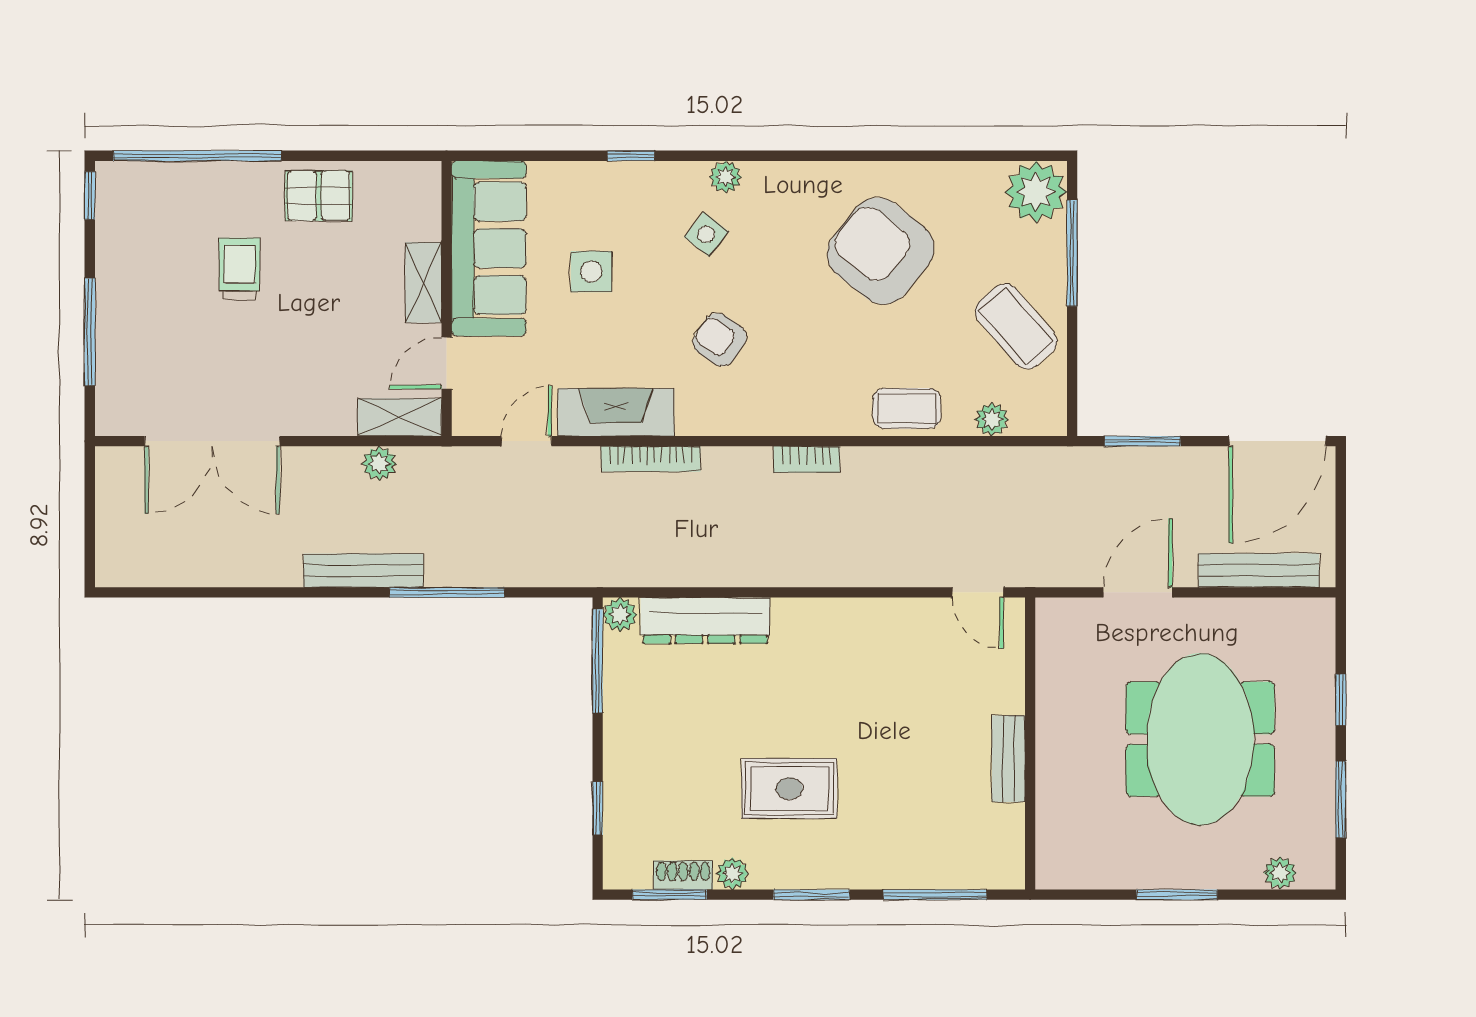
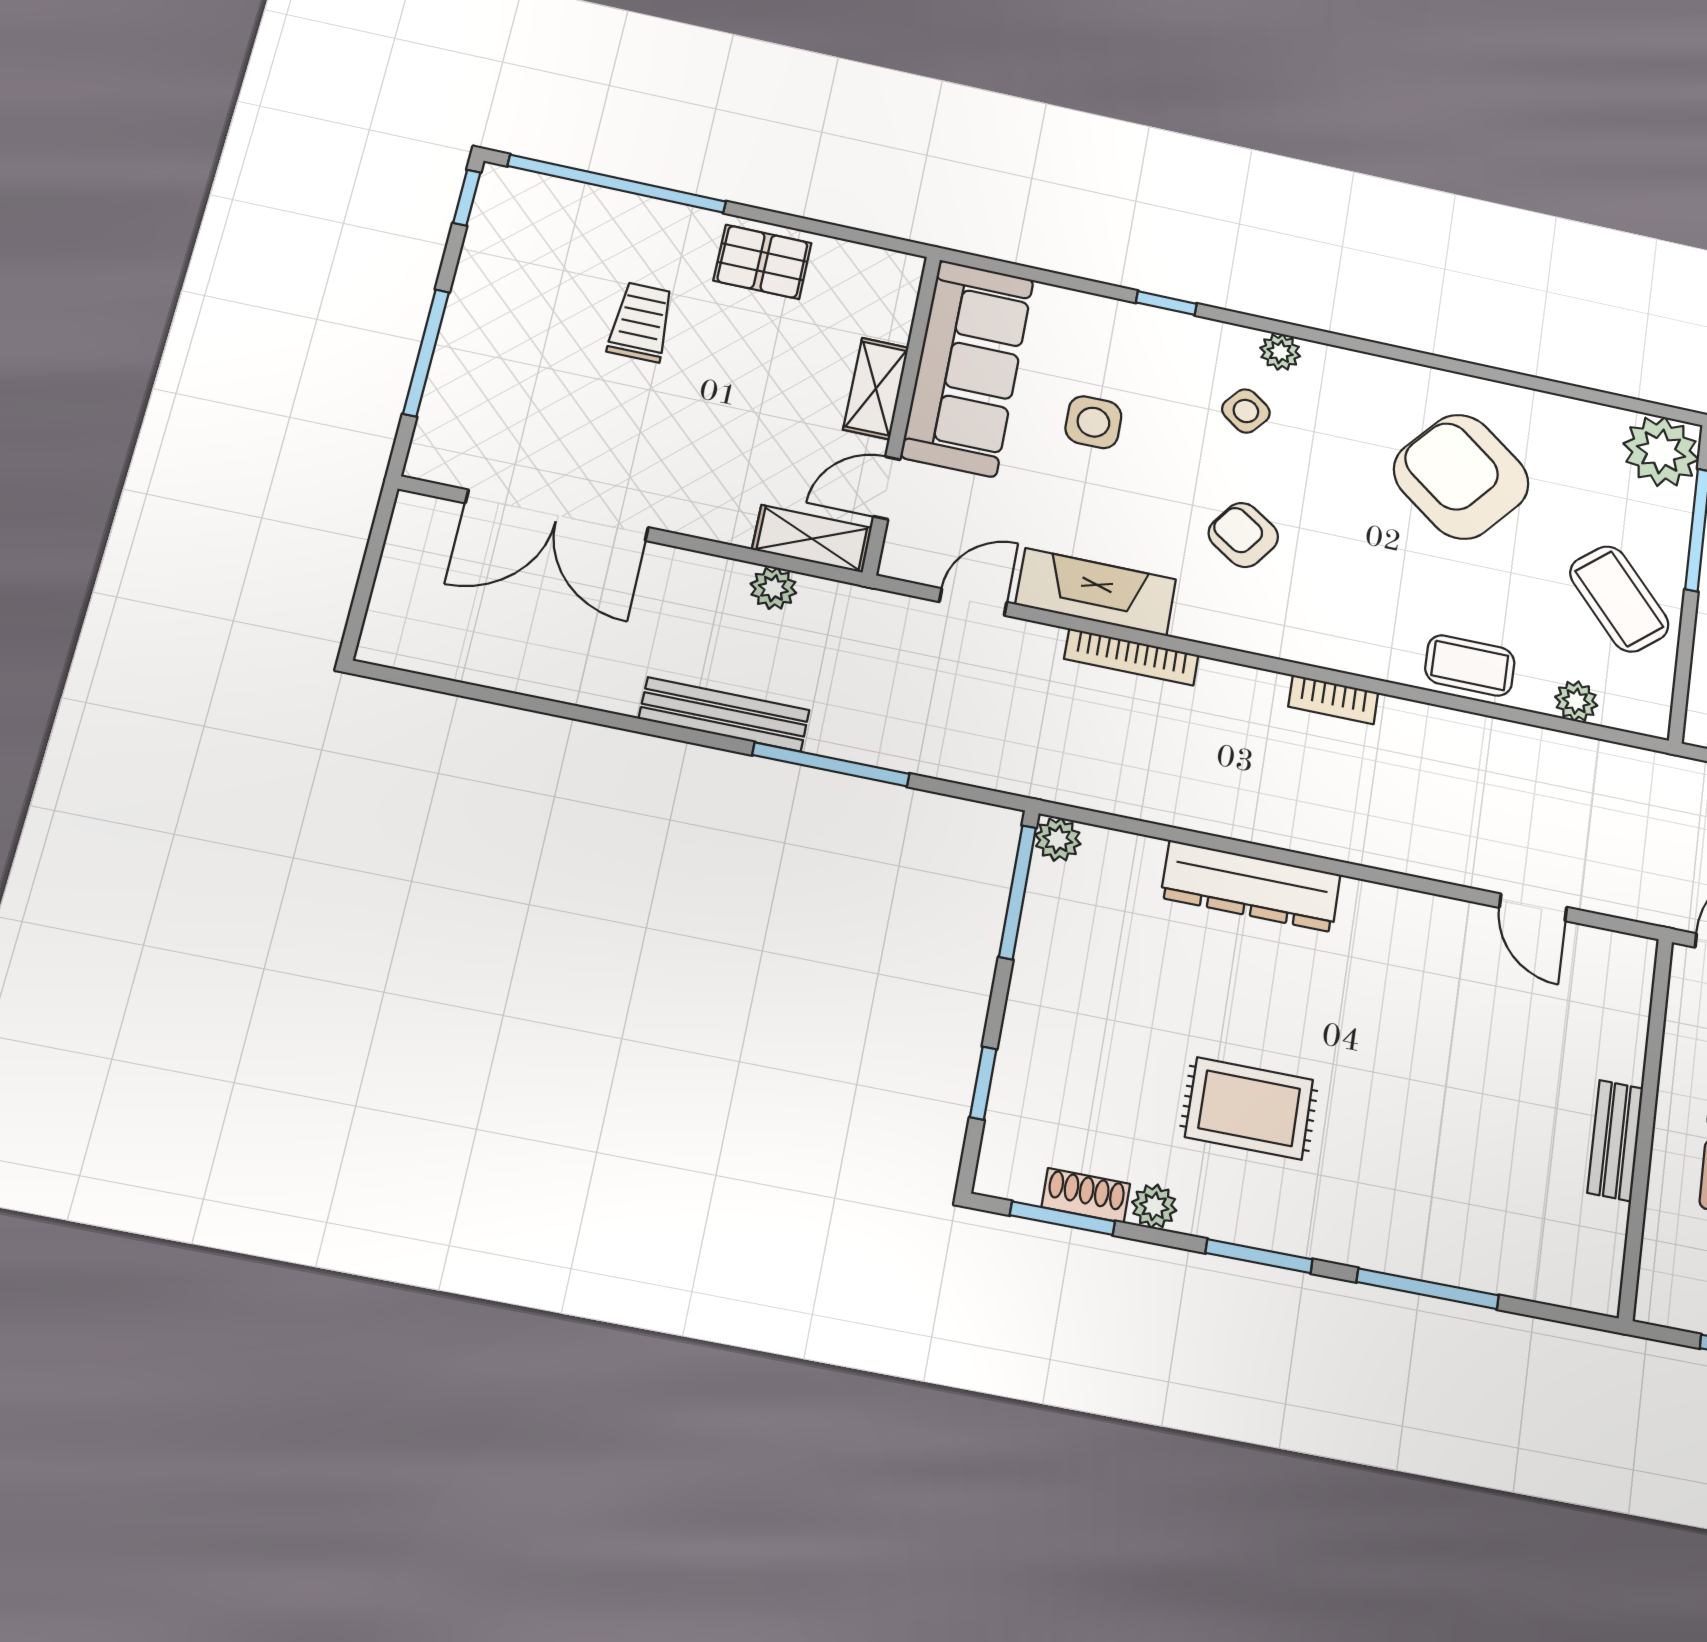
dresser: (705, 620) -> (1251, 886), moved
wall: (1030, 743) -> (1646, 1126), moved
bench: (1009, 759) -> (1615, 1140), moved

